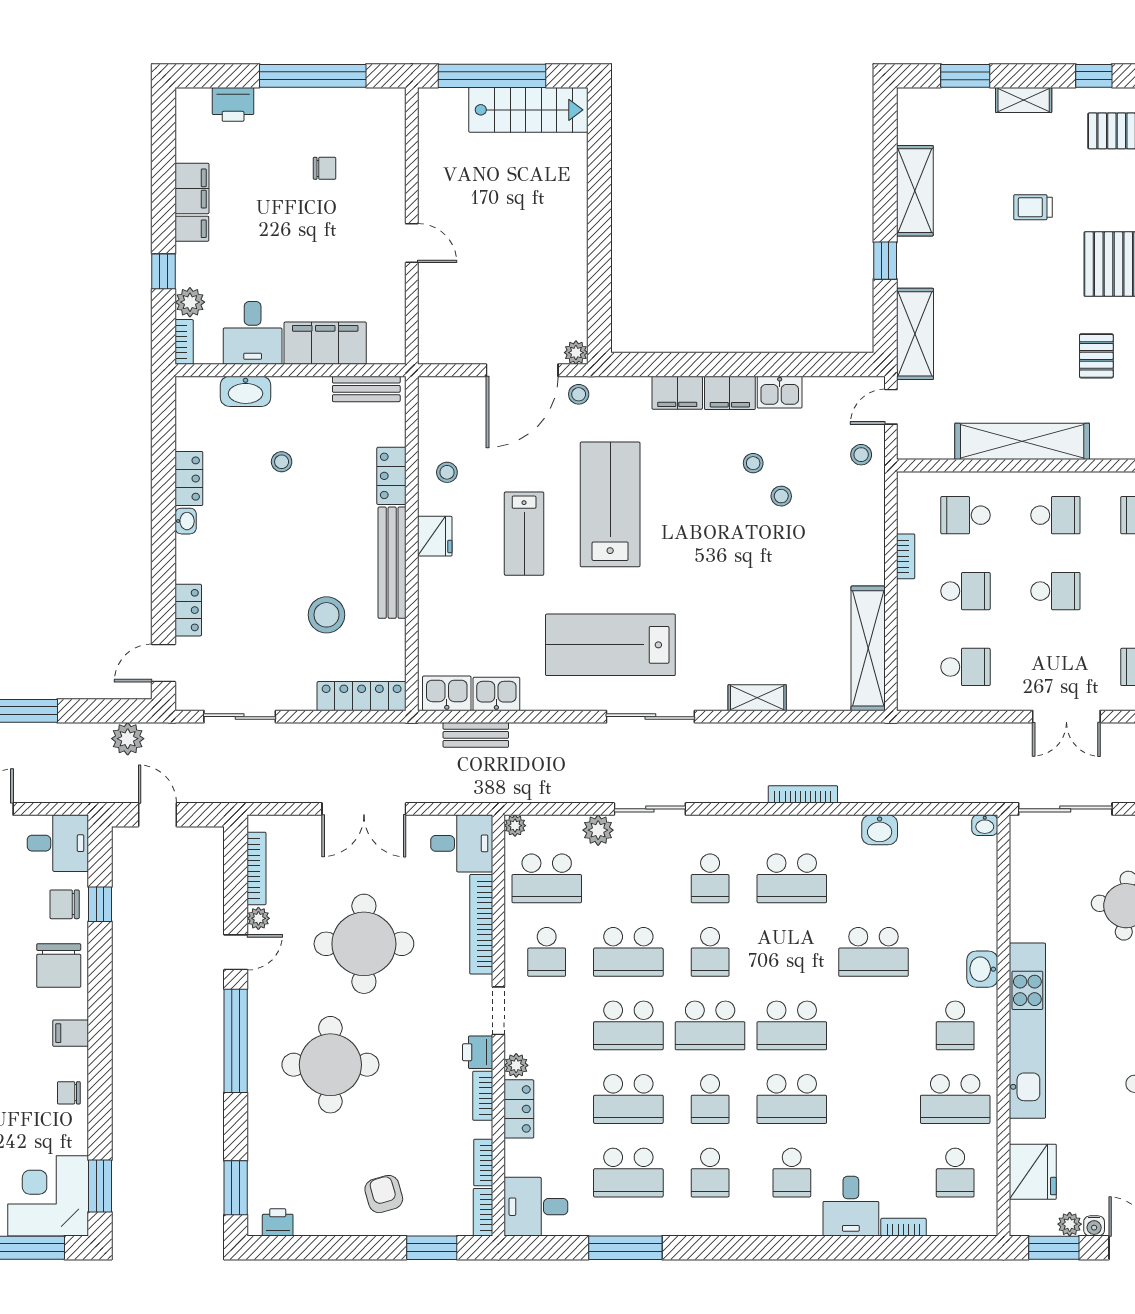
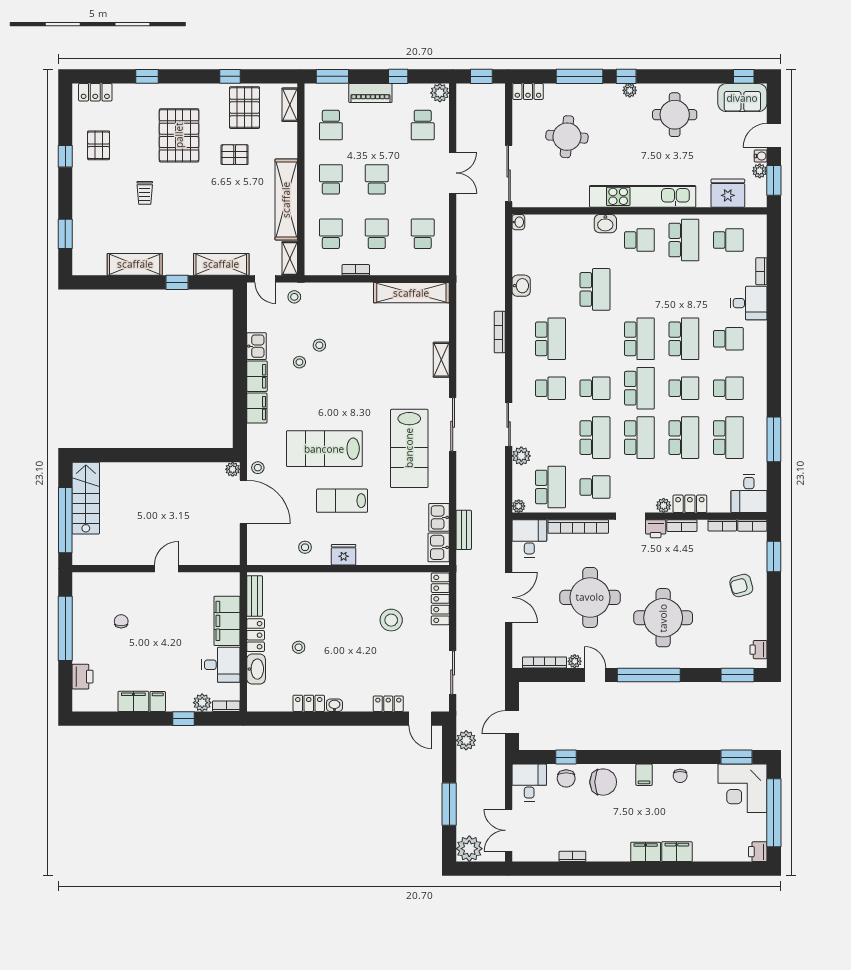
shelving: (1024, 100) -> (290, 258), moved
locker: (391, 476) -> (256, 635), moved, turned -90
school desk: (965, 515) -> (331, 234), turned 180
lab bench: (524, 534) -> (342, 501), turned 180
bench: (392, 563) -> (360, 580), removed

